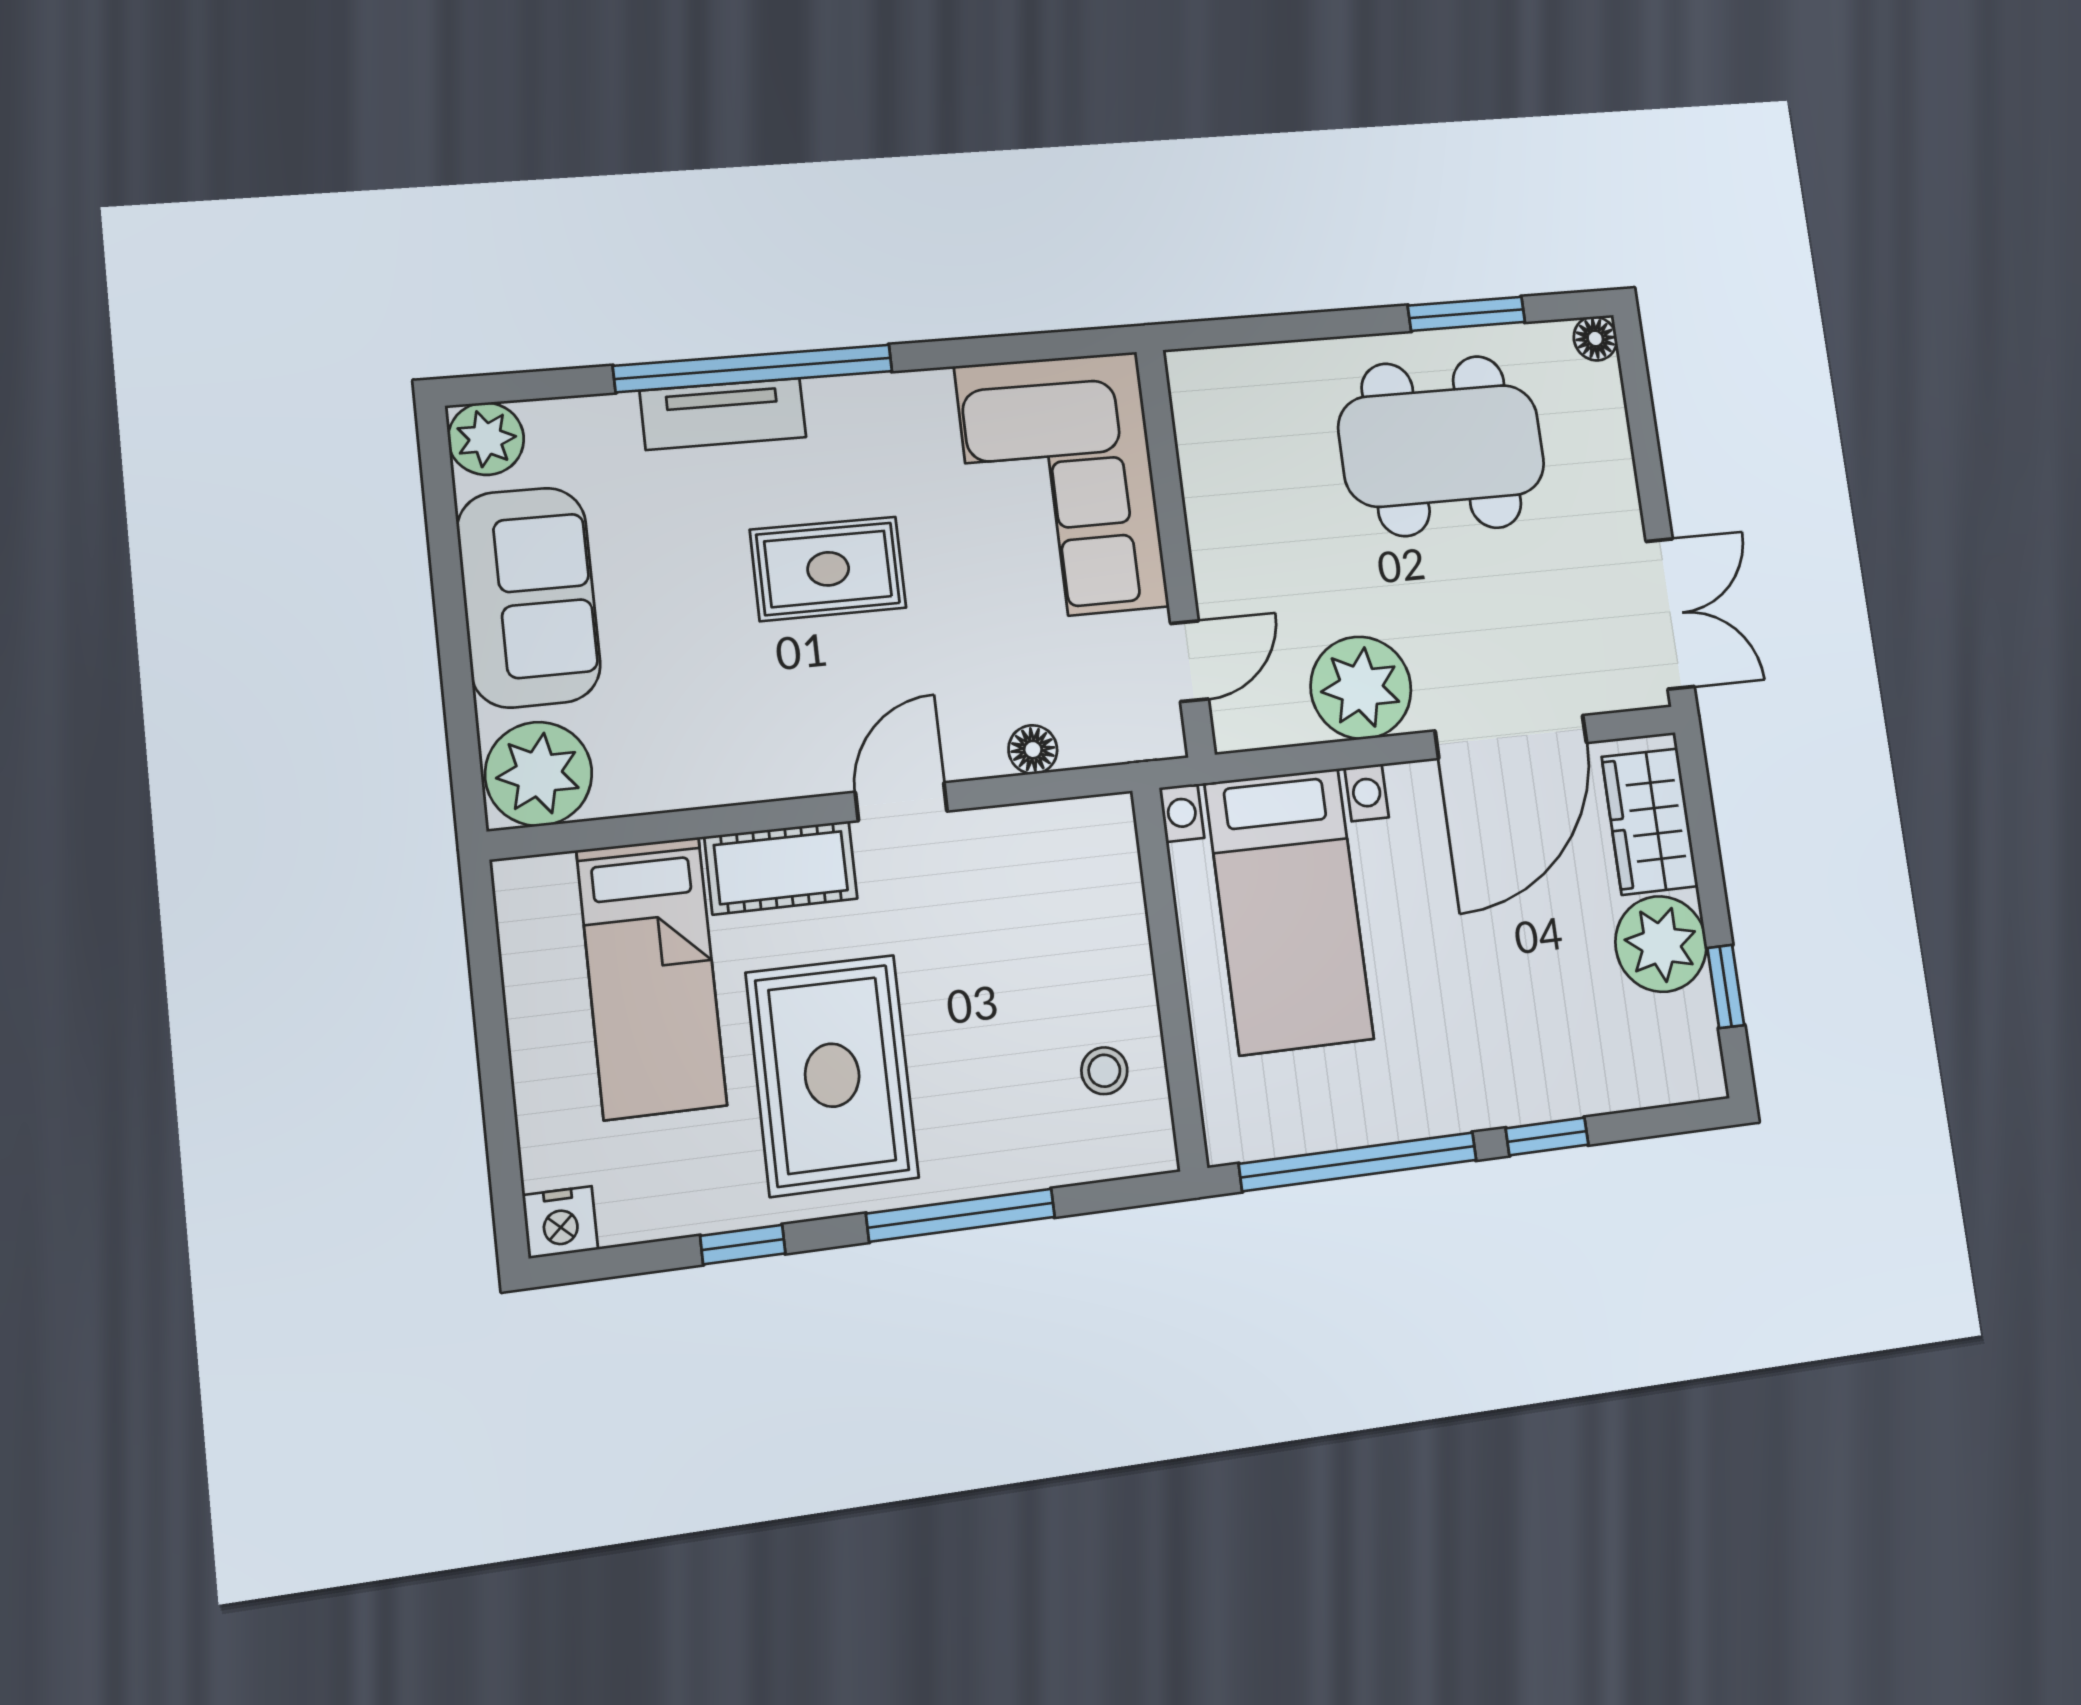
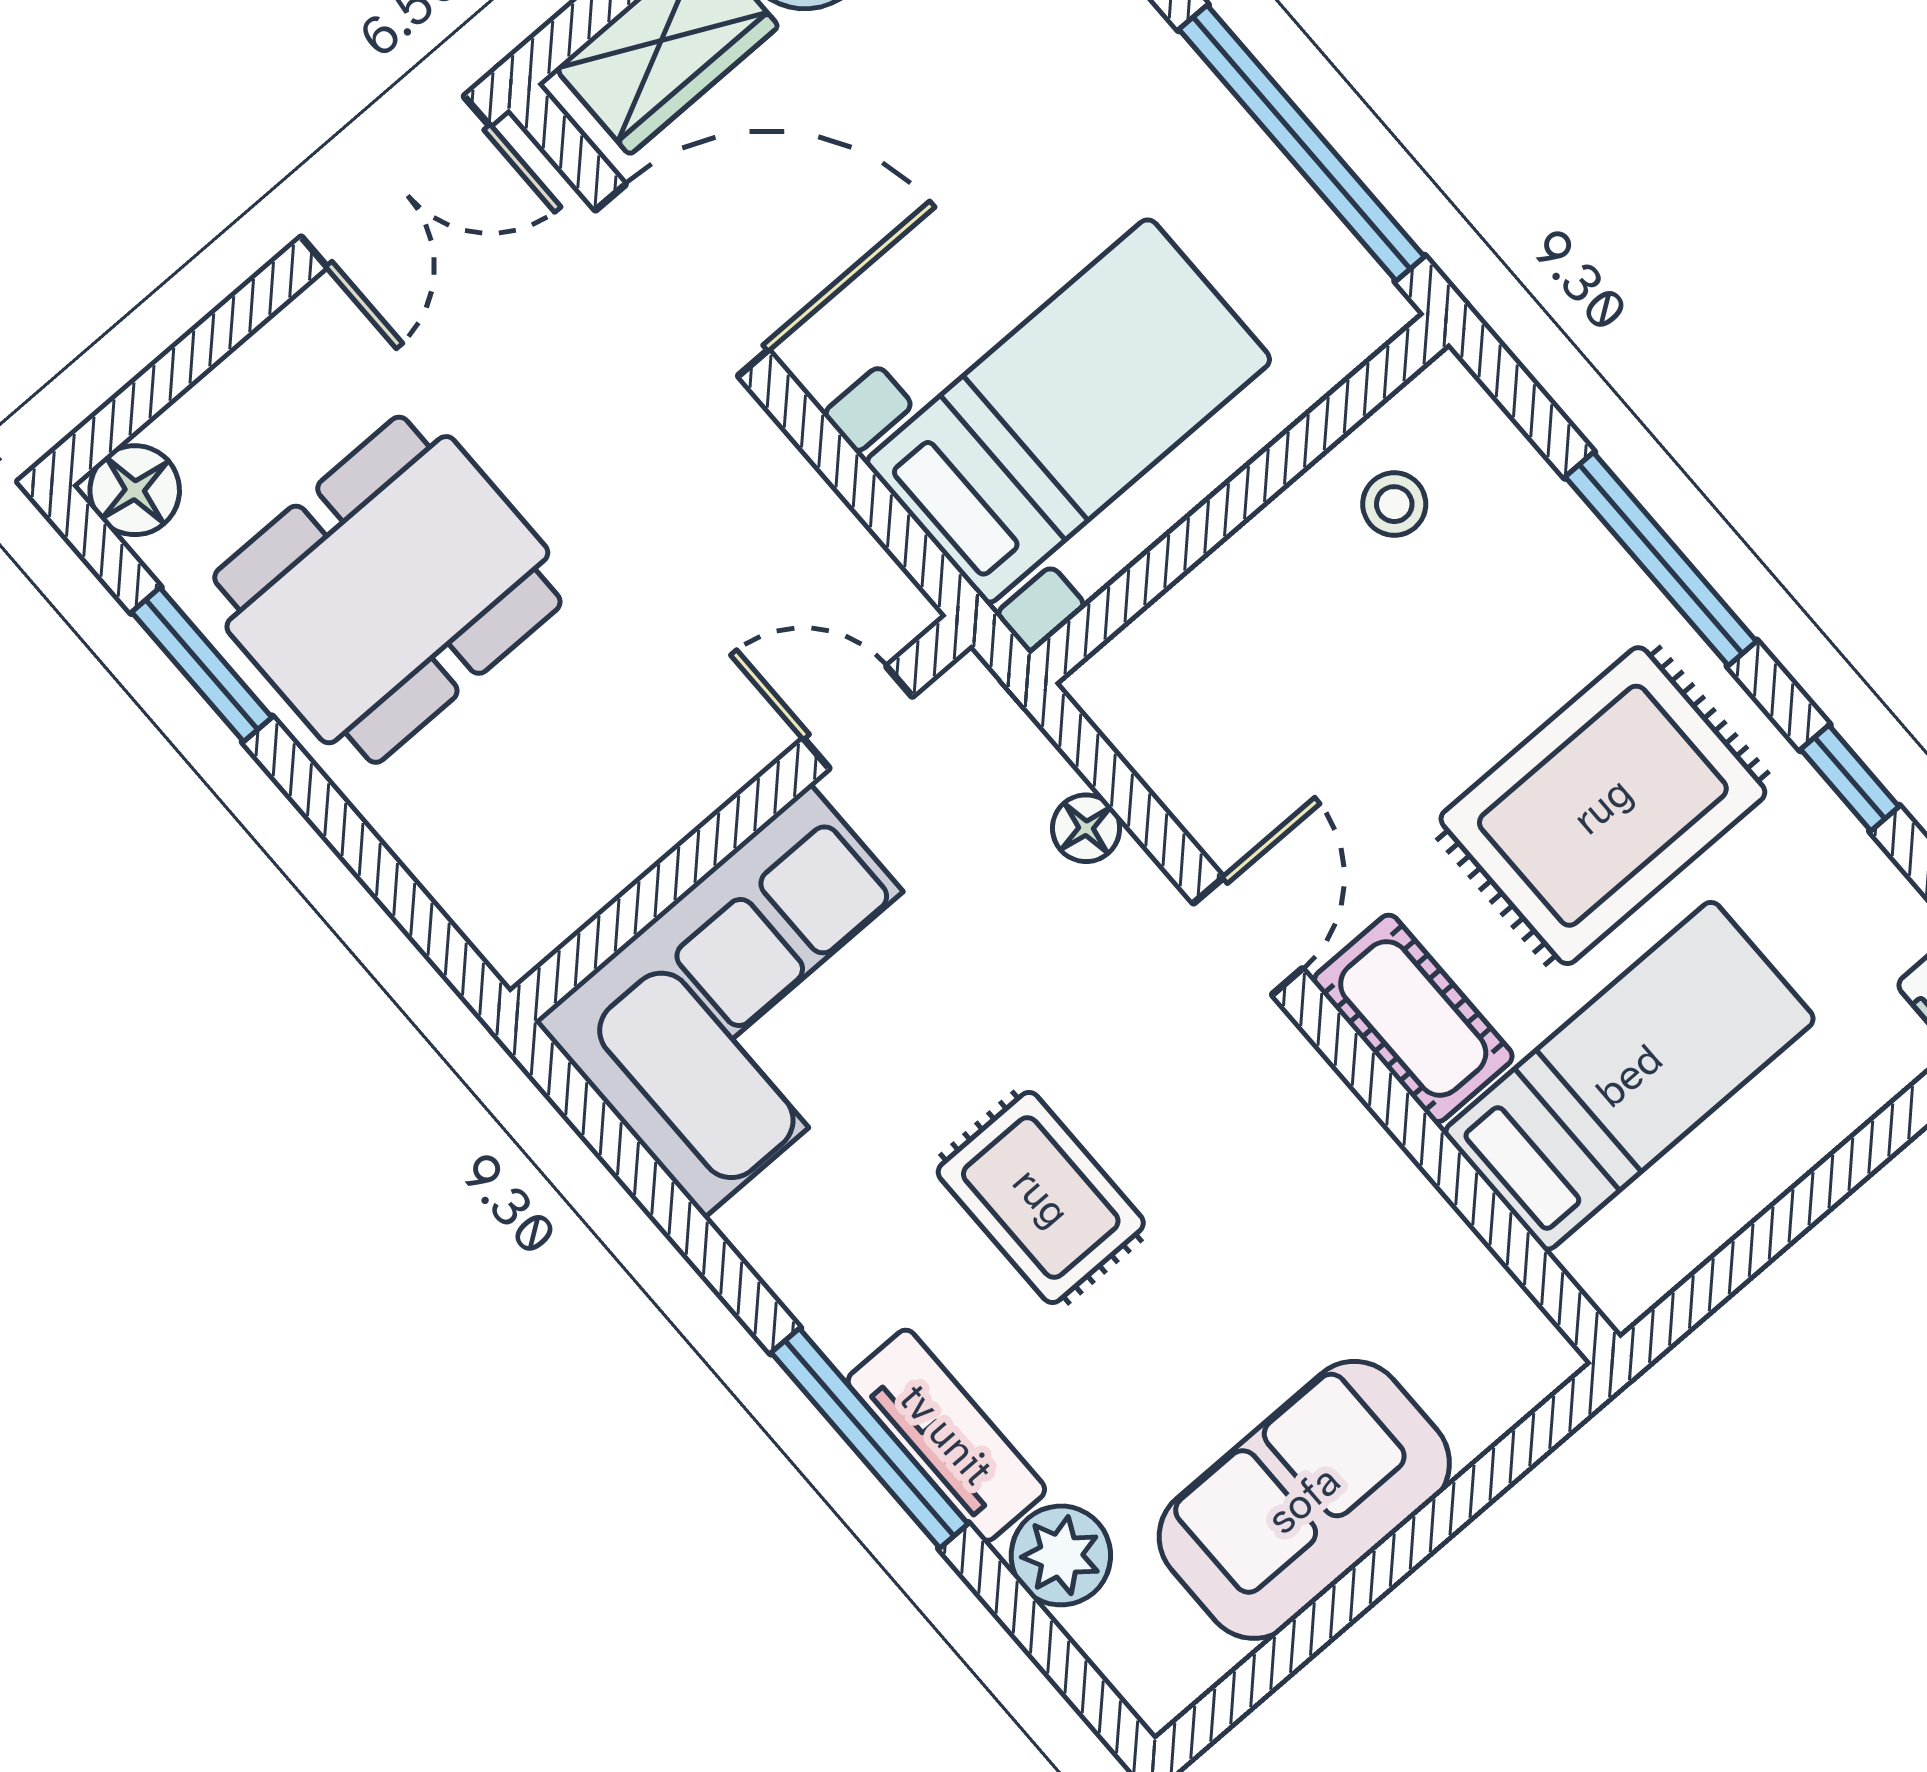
floor lamp: (1595, 339) -> (135, 490), width x1.37, depth x1.37
window: (754, 368) -> (870, 1438), width x0.68
plant: (486, 439) -> (1061, 1555), moved
dining table: (1441, 446) -> (387, 590), turned 90
double door: (1670, 614) -> (396, 181), swing flipped
plant: (1361, 688) -> (748, 497), removed
plant: (539, 774) -> (1491, 1352), removed
door: (901, 802) -> (1248, 936), swing flipped

